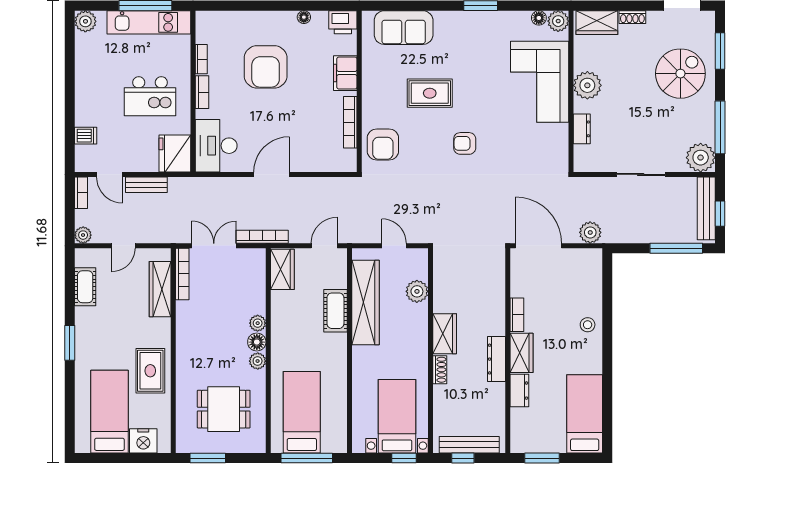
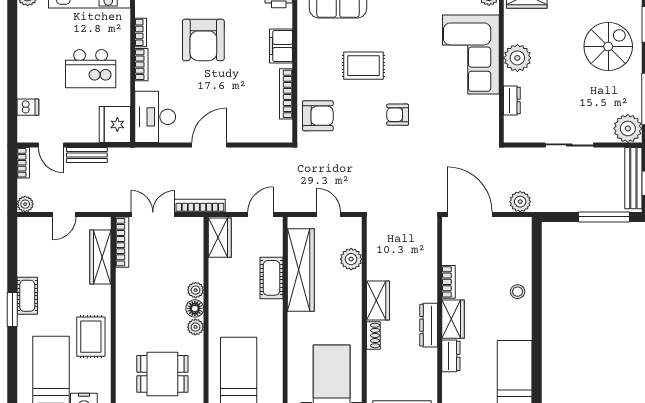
armchair: (383, 144) -> (318, 116), turned -90
cot: (85, 287) -> (27, 296), moved

